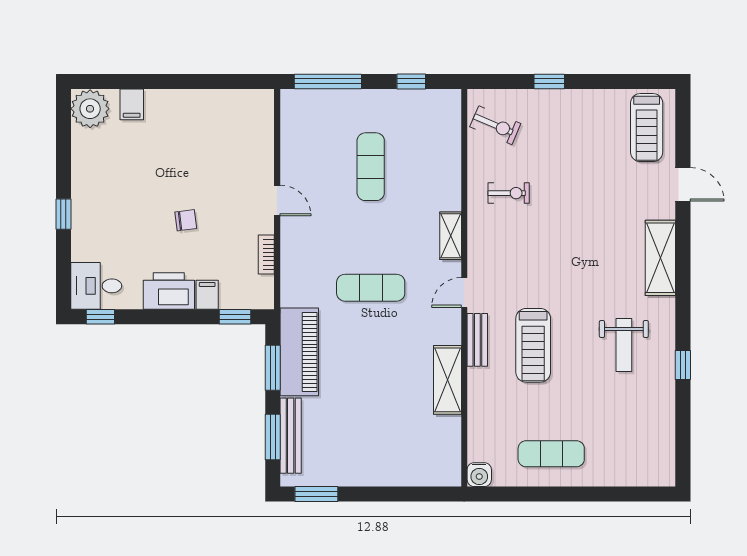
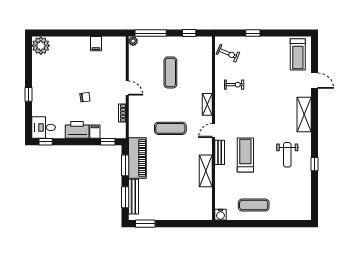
plant: (290, 99) -> (133, 41), added
filing cabinet: (132, 104) -> (96, 44), moved
treadmill: (533, 345) -> (245, 155), turned 180

